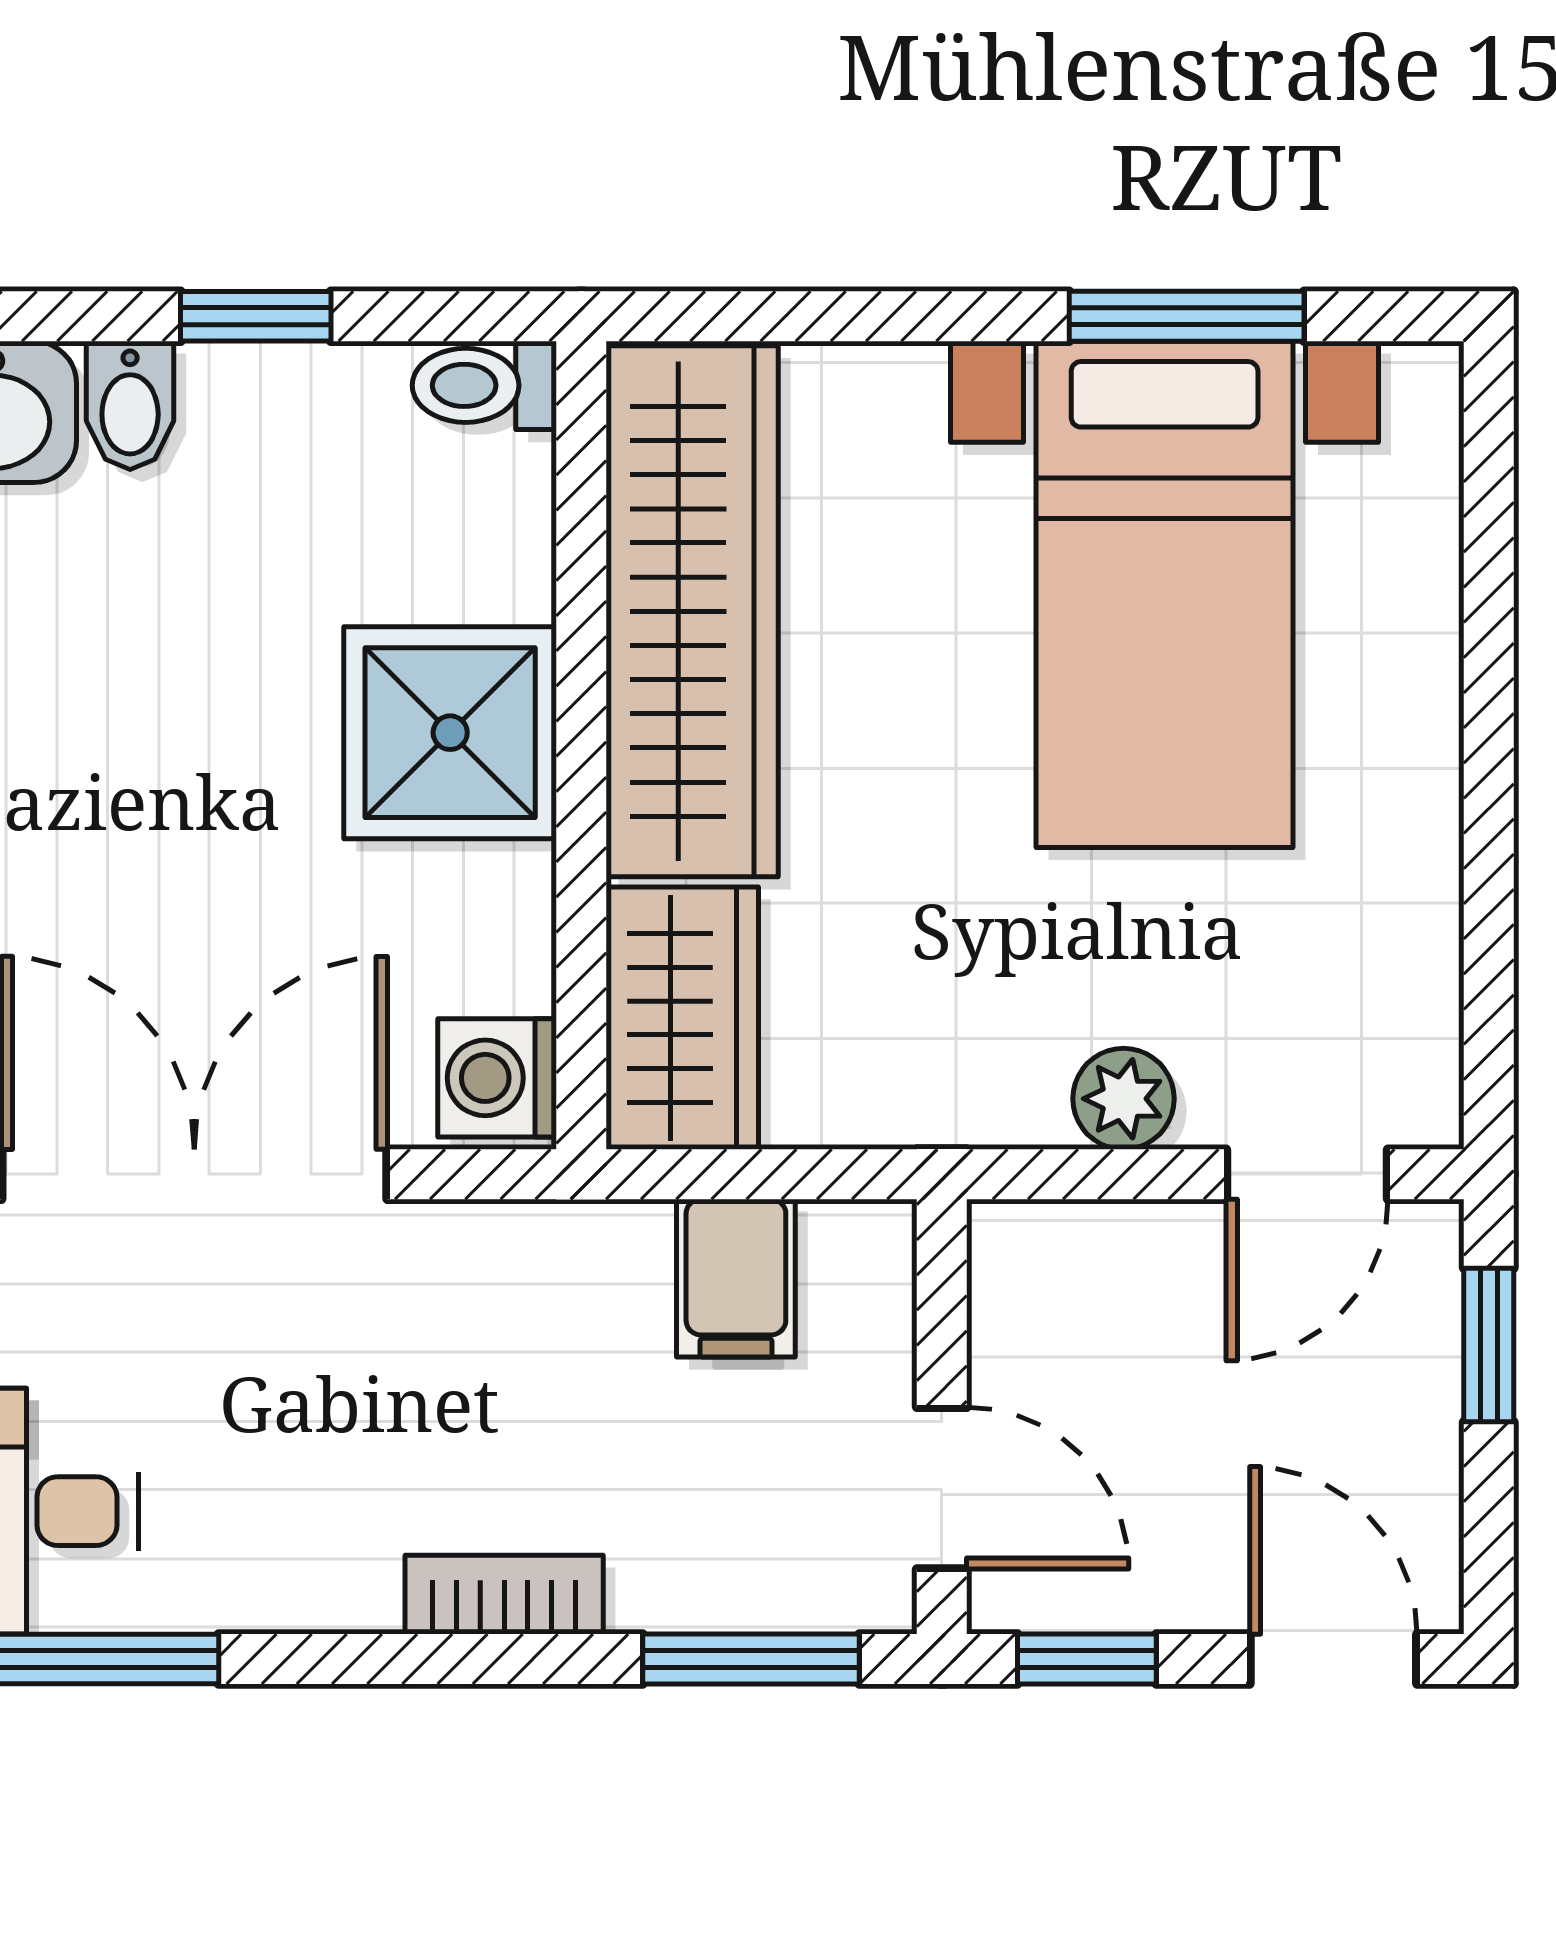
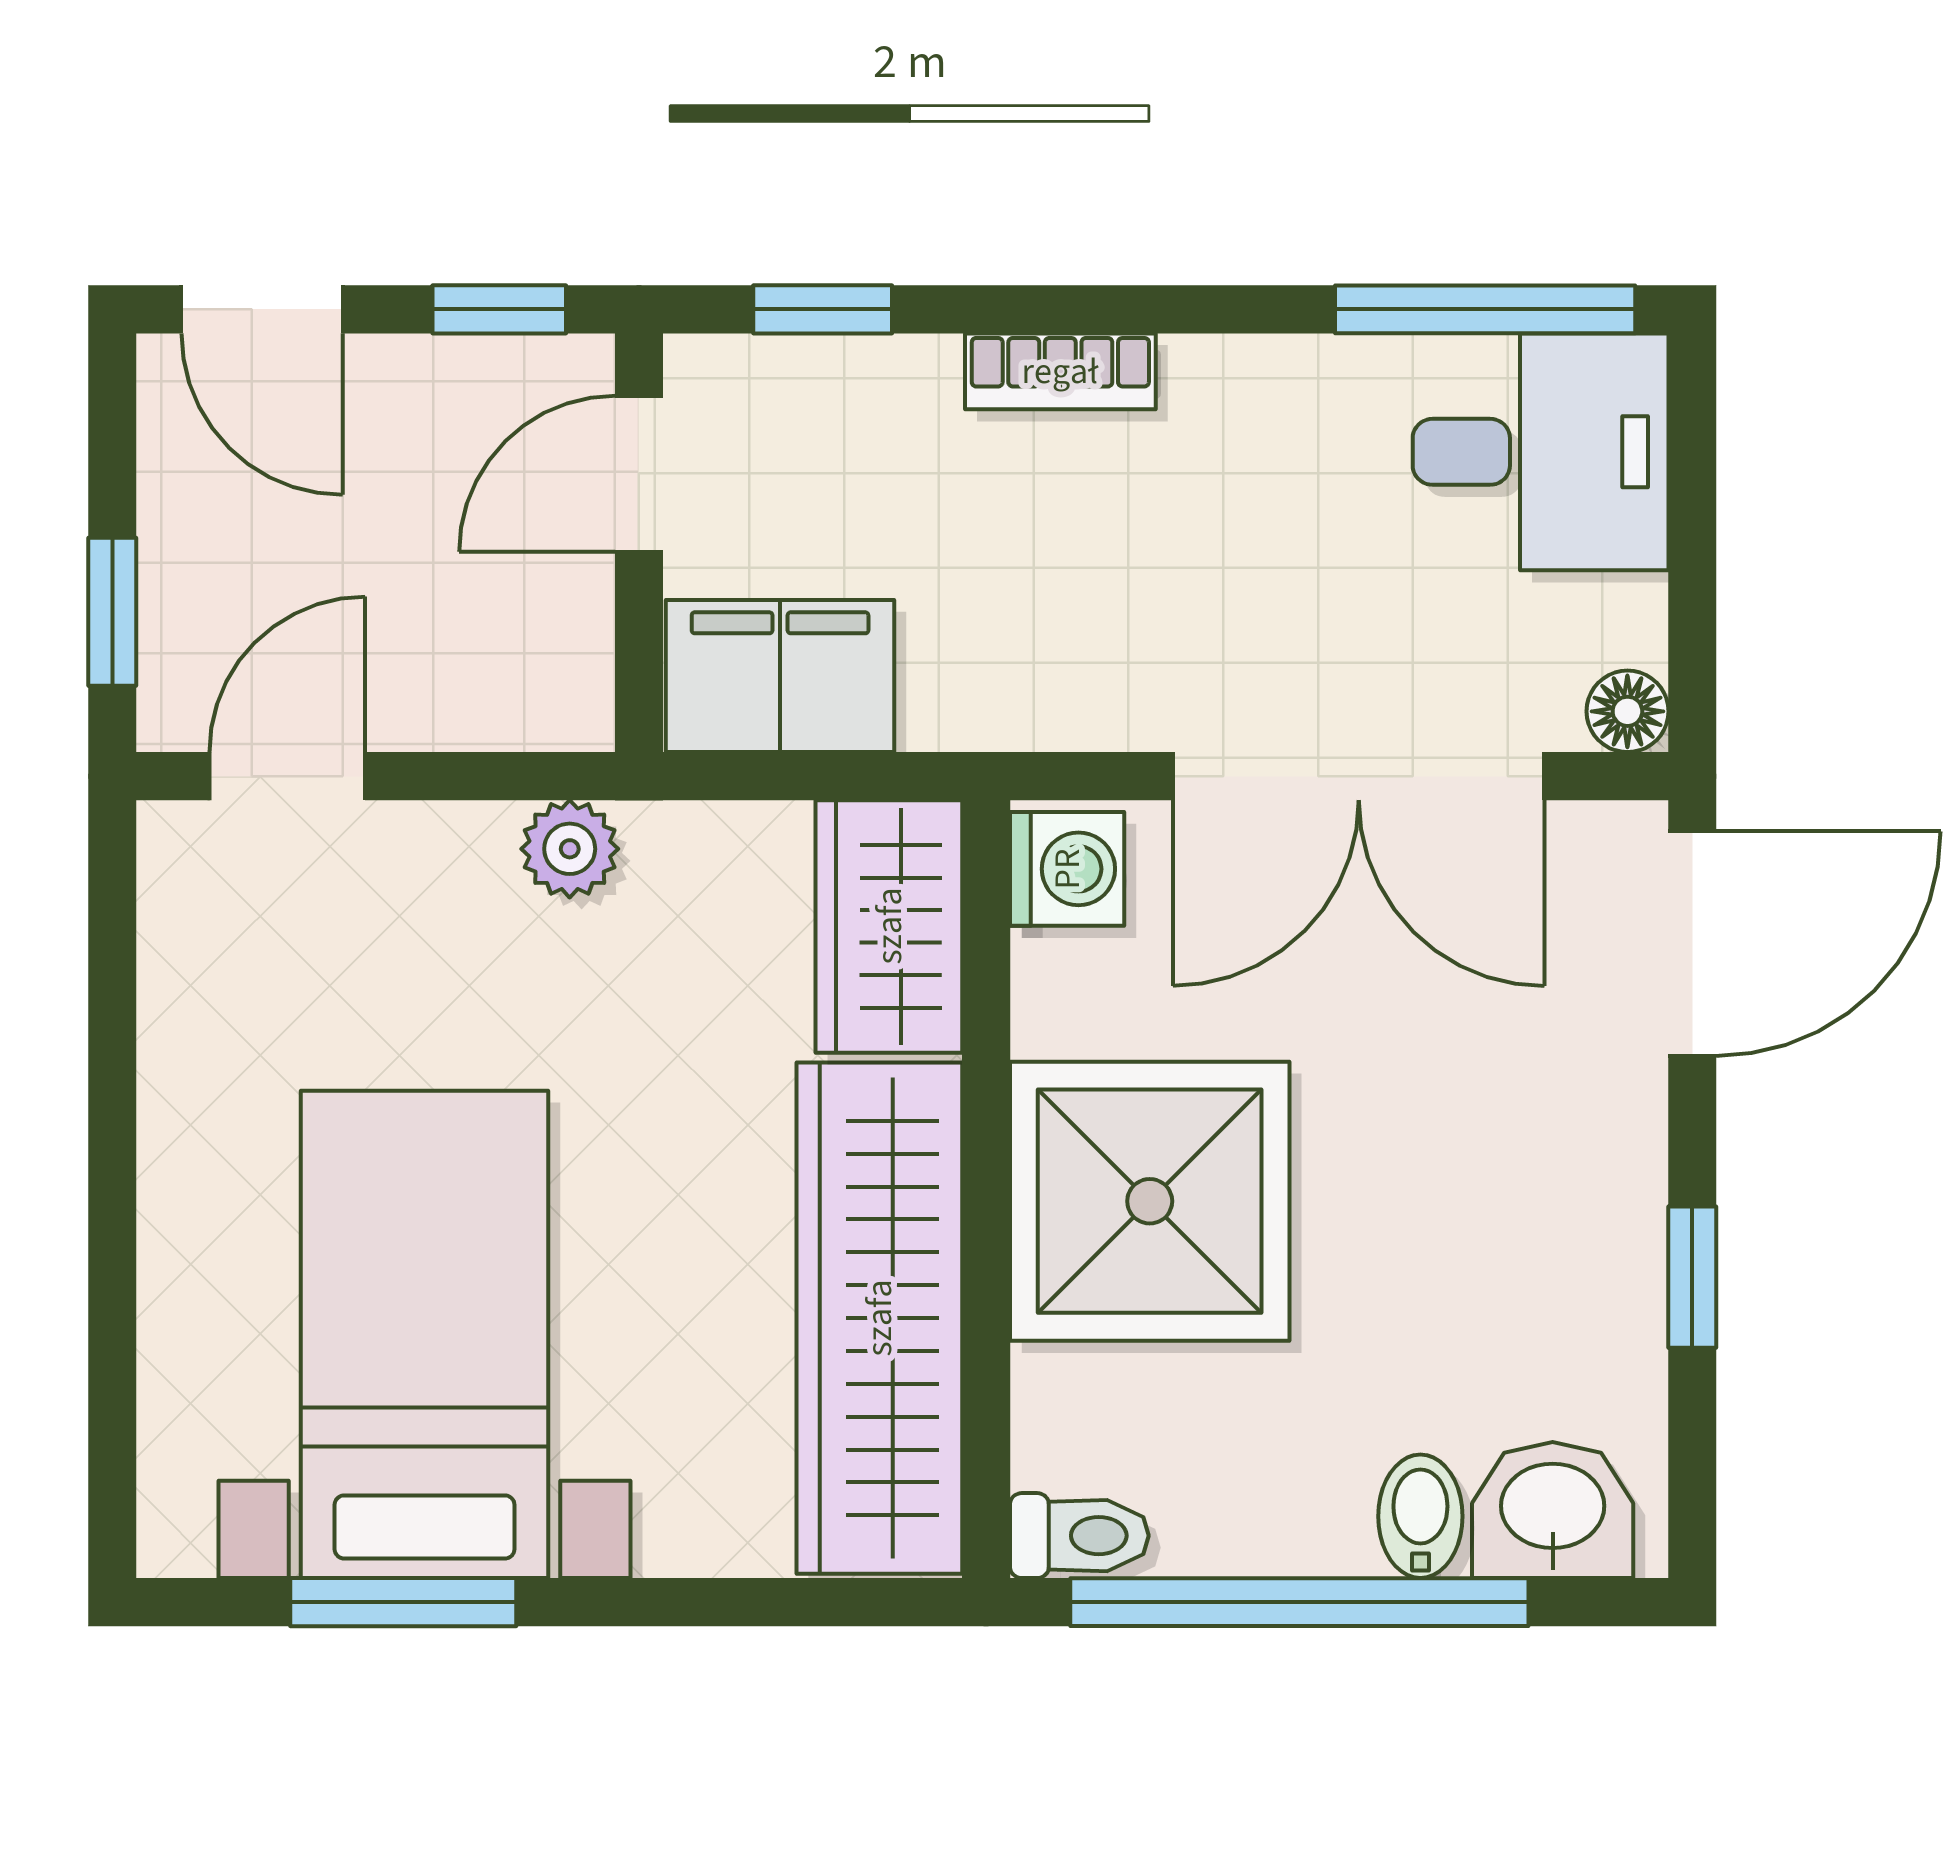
window: (256, 316) -> (1299, 1602), width x3.17
shower: (450, 733) -> (1150, 1201), width x1.37, depth x1.37
plant: (1123, 1099) -> (570, 849), moved
filing cabinet: (736, 1278) -> (780, 676), width x2.00
door: (942, 1488) -> (639, 474), hinge flipped
window: (751, 1659) -> (823, 309), width x0.67

